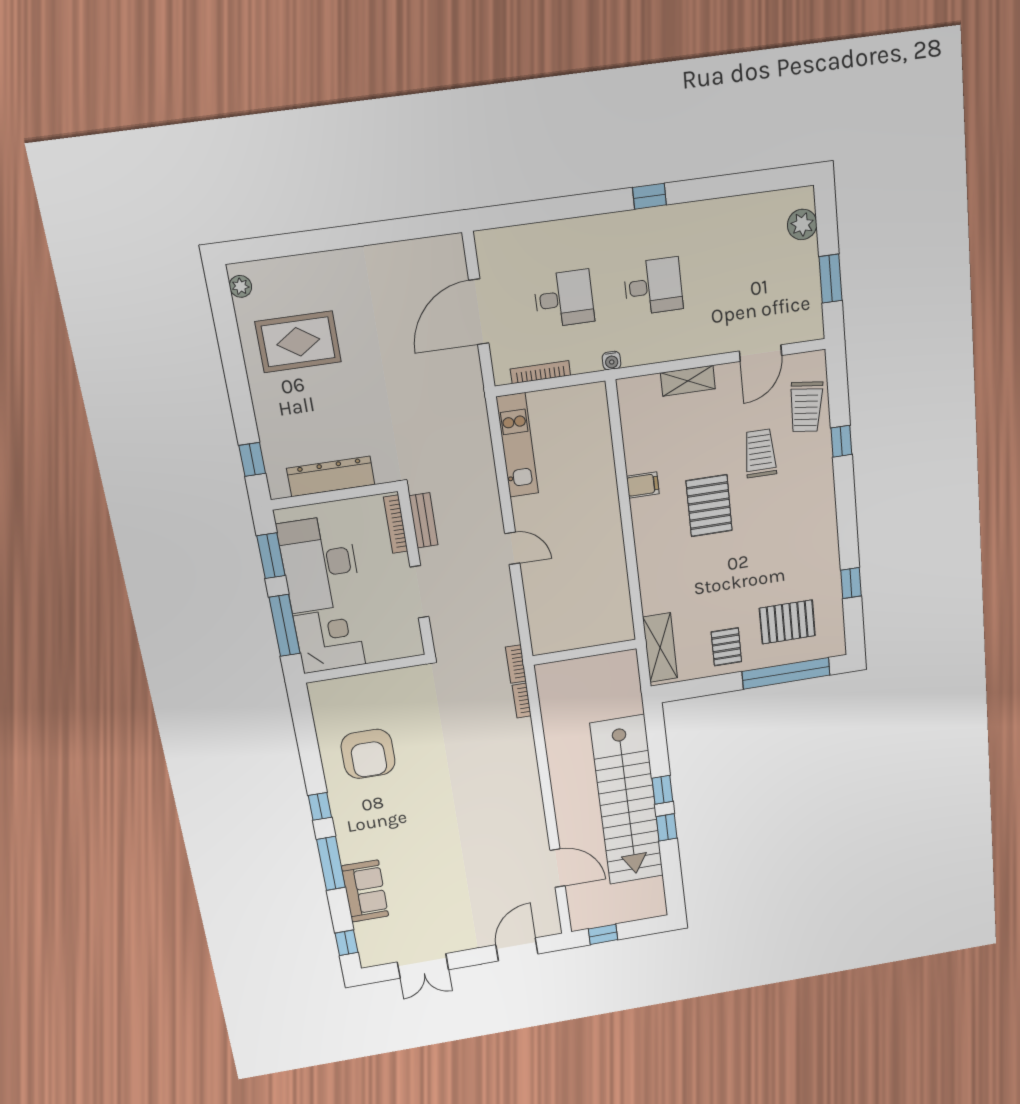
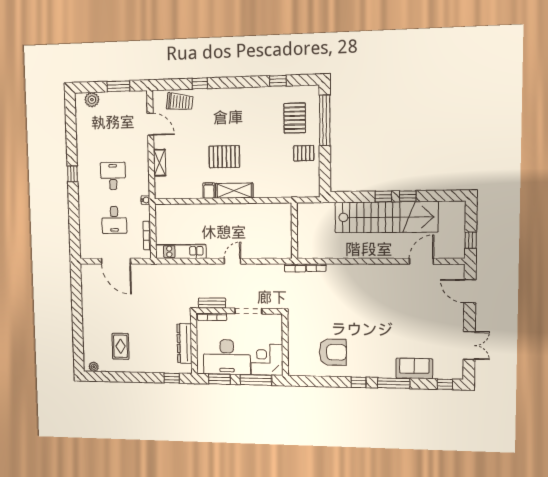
desk: (564, 299) -> (114, 220), turned 180
rug: (298, 342) -> (120, 346), width x0.73, depth x0.70
trolley: (760, 453) -> (201, 128), removed
shelving: (660, 648) -> (234, 191), moved

